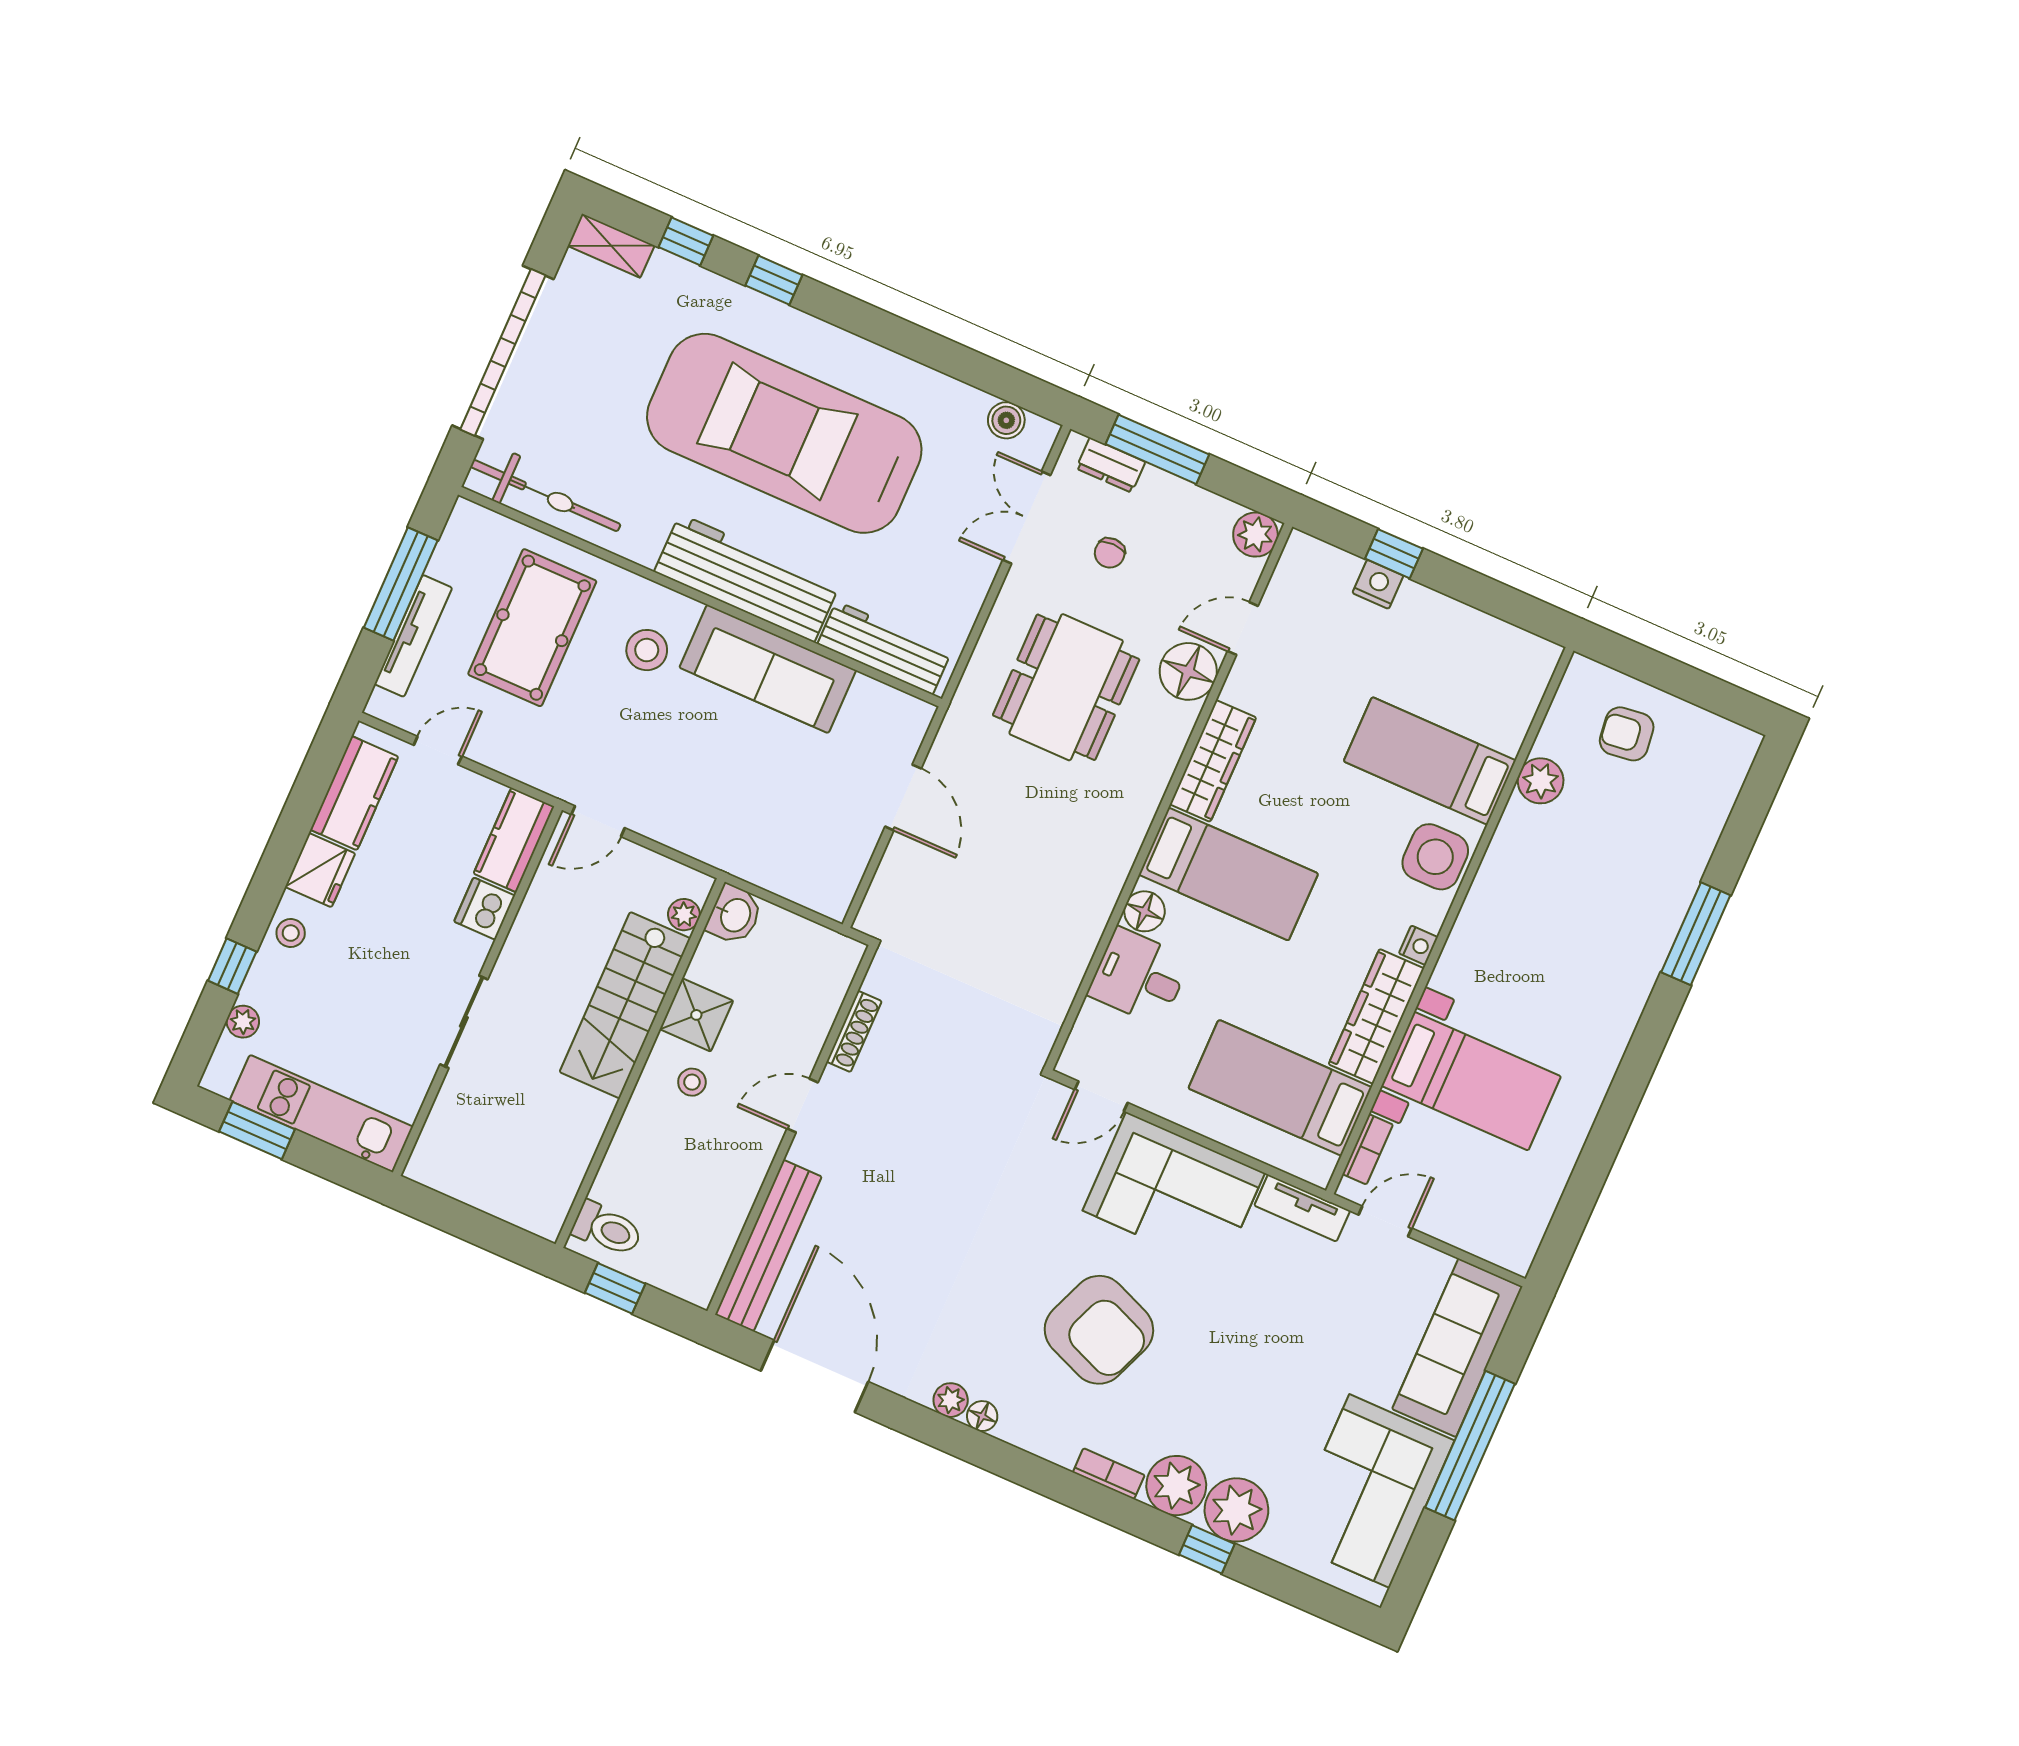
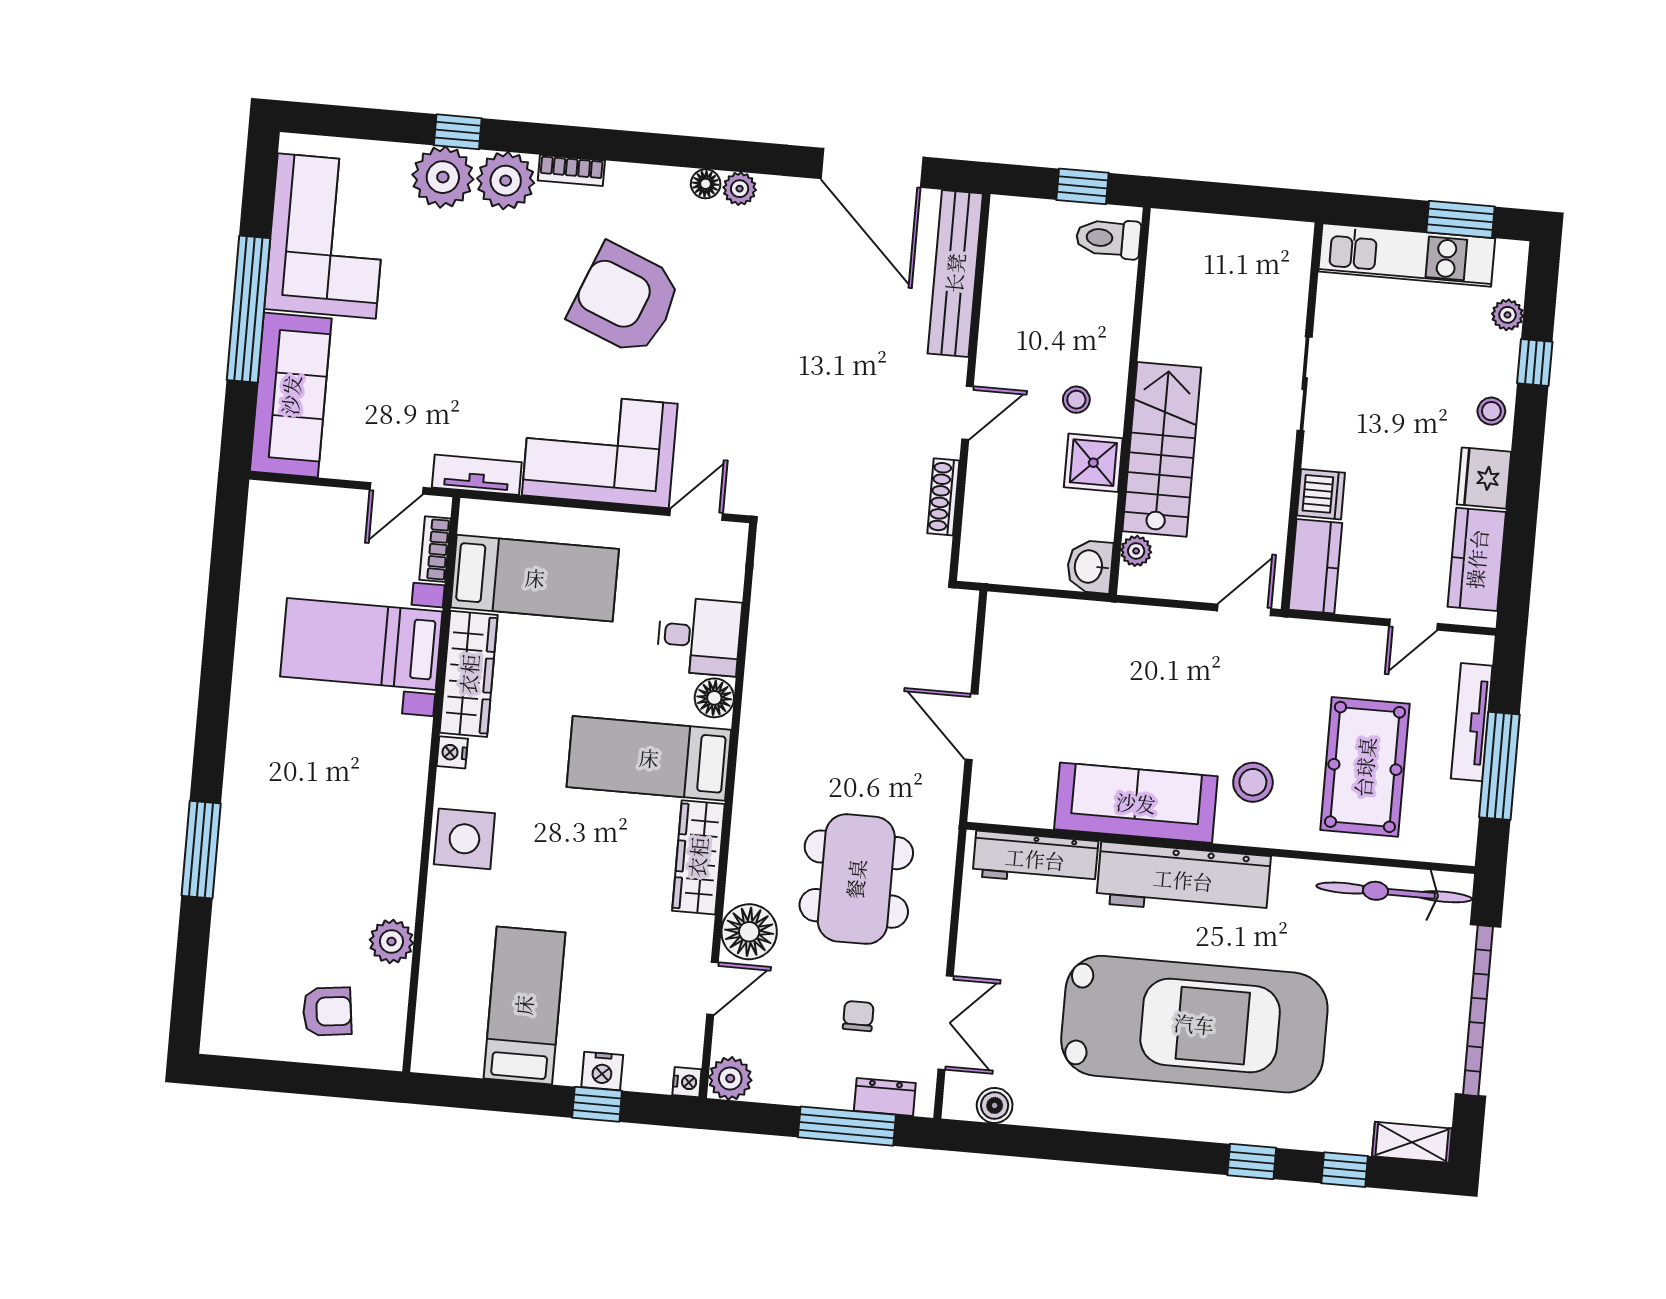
nightstand: (1299, 545) -> (687, 1082), added
bed: (1430, 761) -> (524, 1005), moved, turned -90

